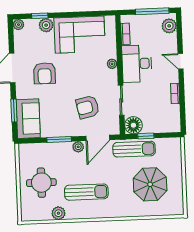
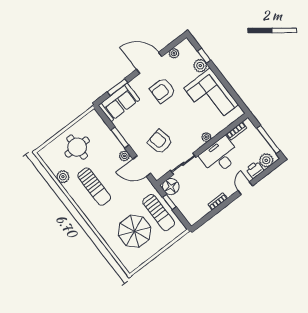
plant: (18, 25) -> (174, 53), moved
printer: (170, 42) -> (255, 170), added
sun lounger: (134, 149) -> (159, 213), moved

